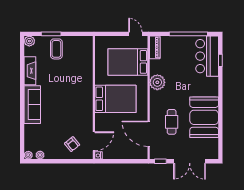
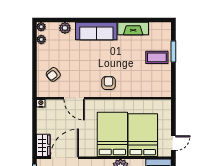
plant: (29, 41) -> (65, 28), moved
armchair: (80, 93) -> (108, 83), added
bed: (115, 99) -> (112, 134), moved, turned 180
door: (94, 141) -> (74, 98), moved
wardrobe: (137, 153) -> (43, 145), added

